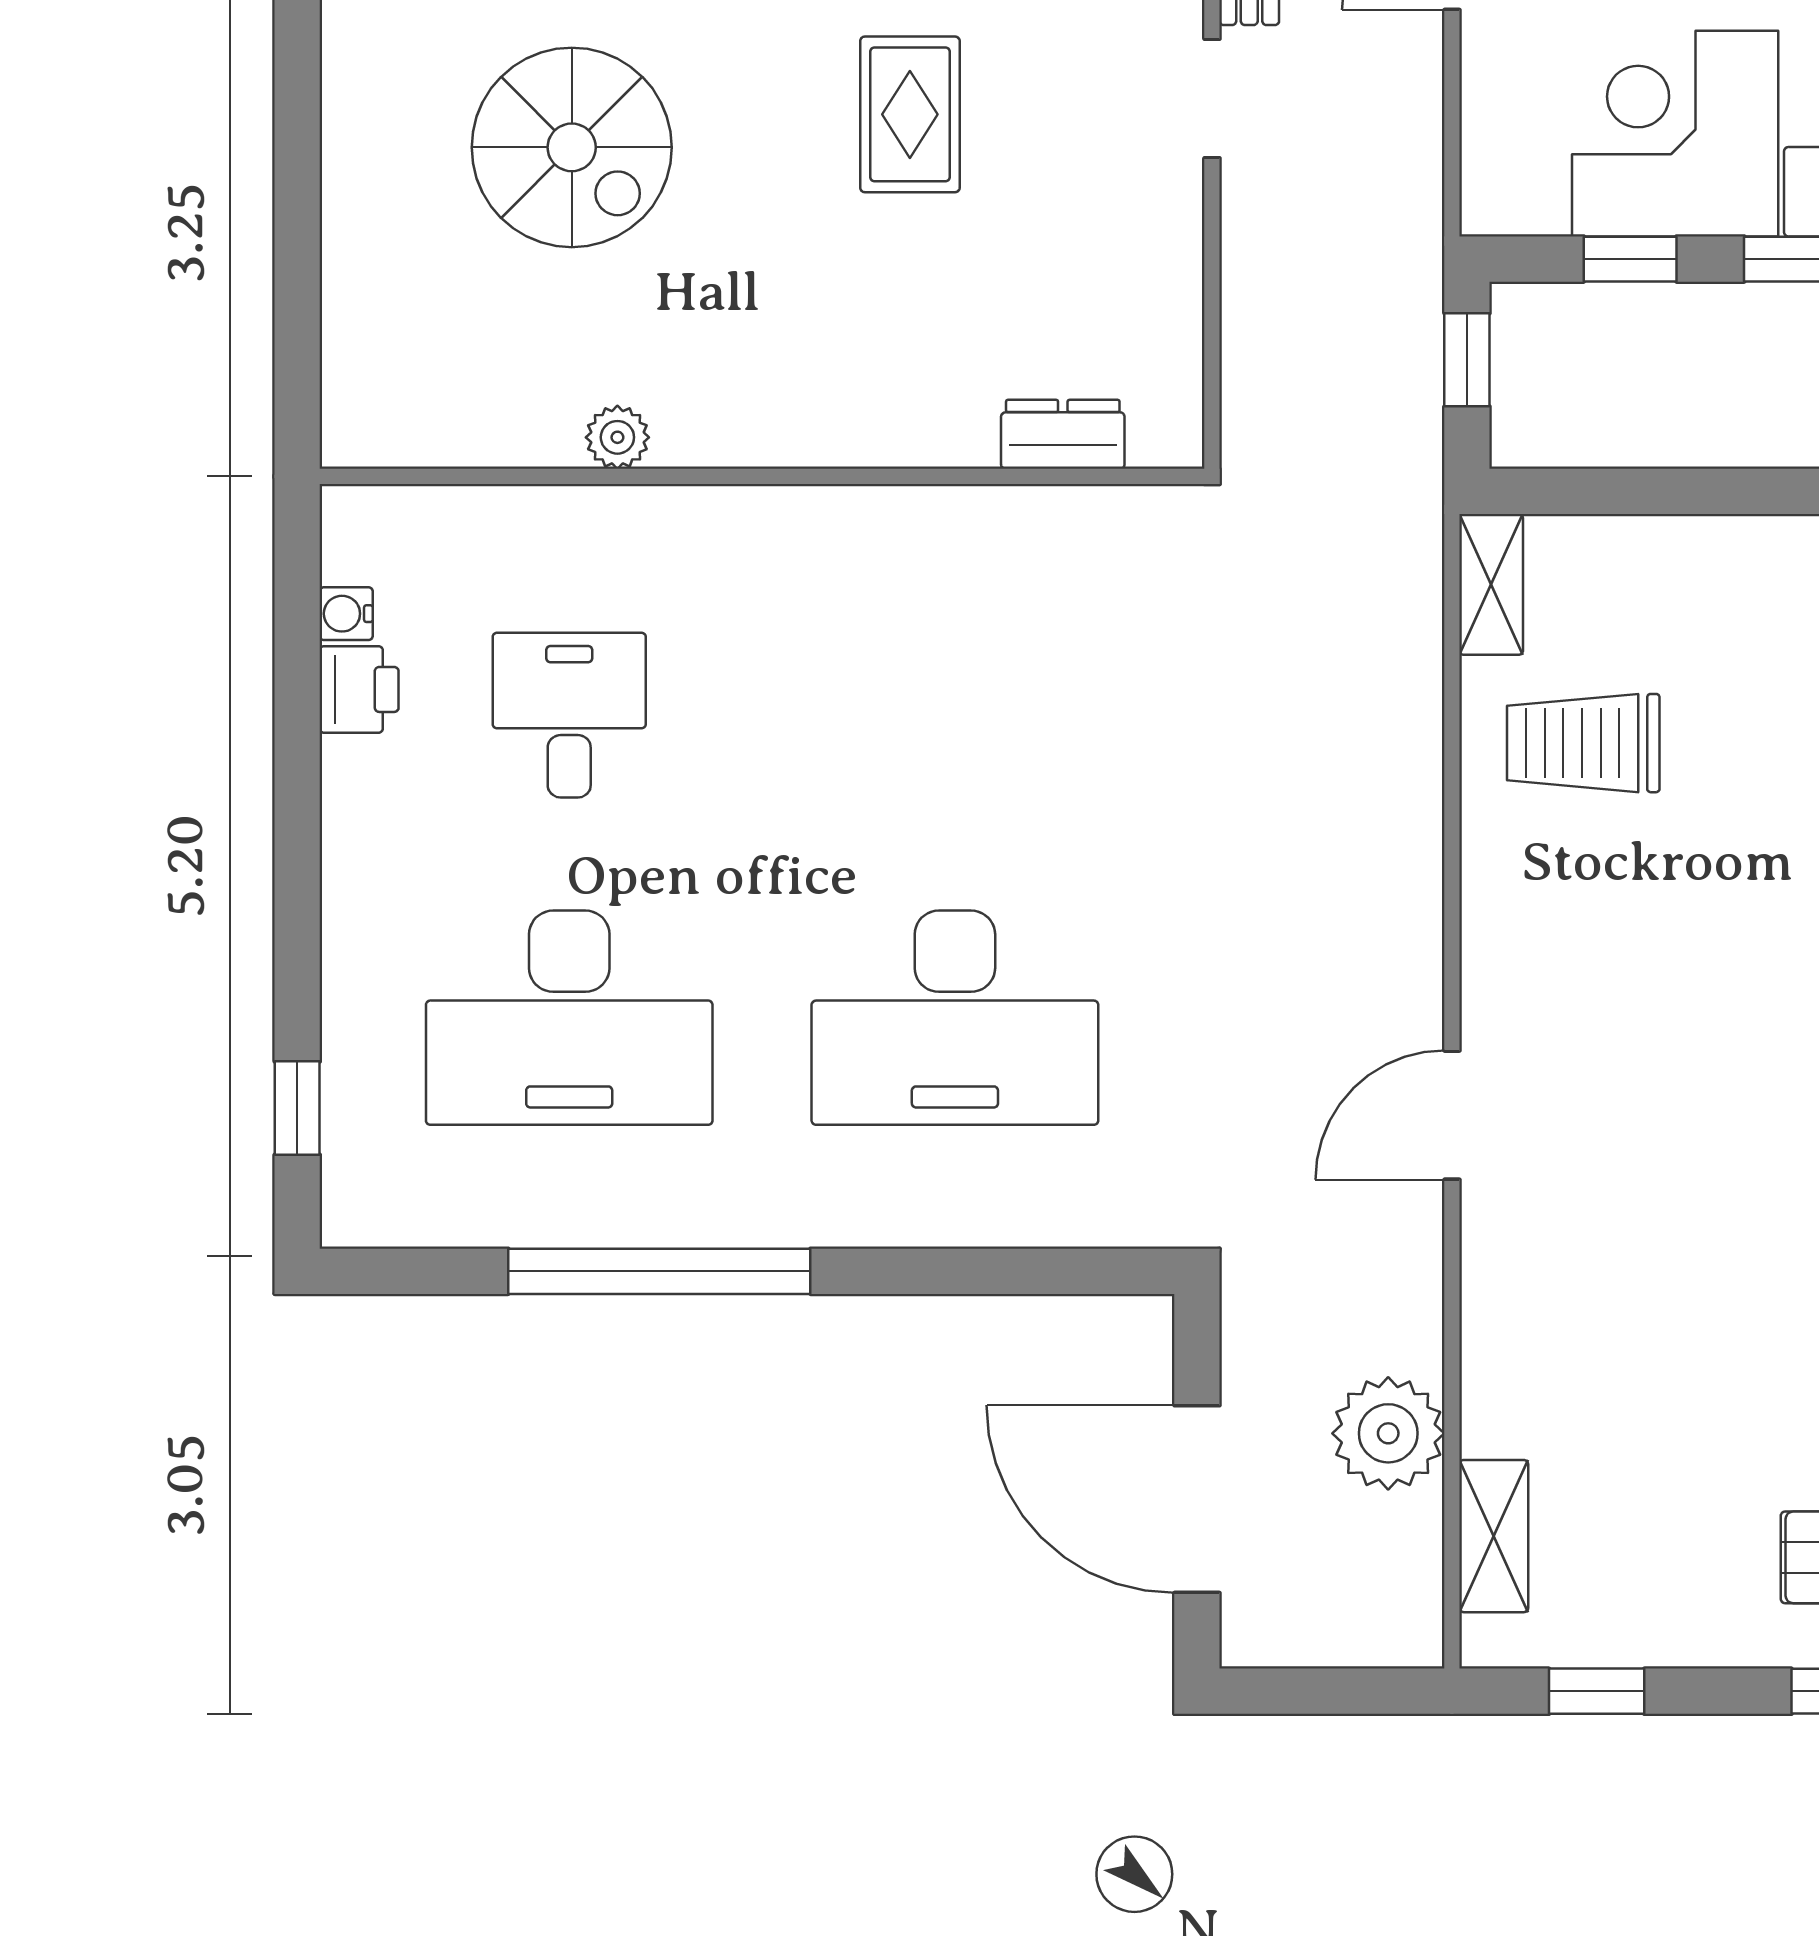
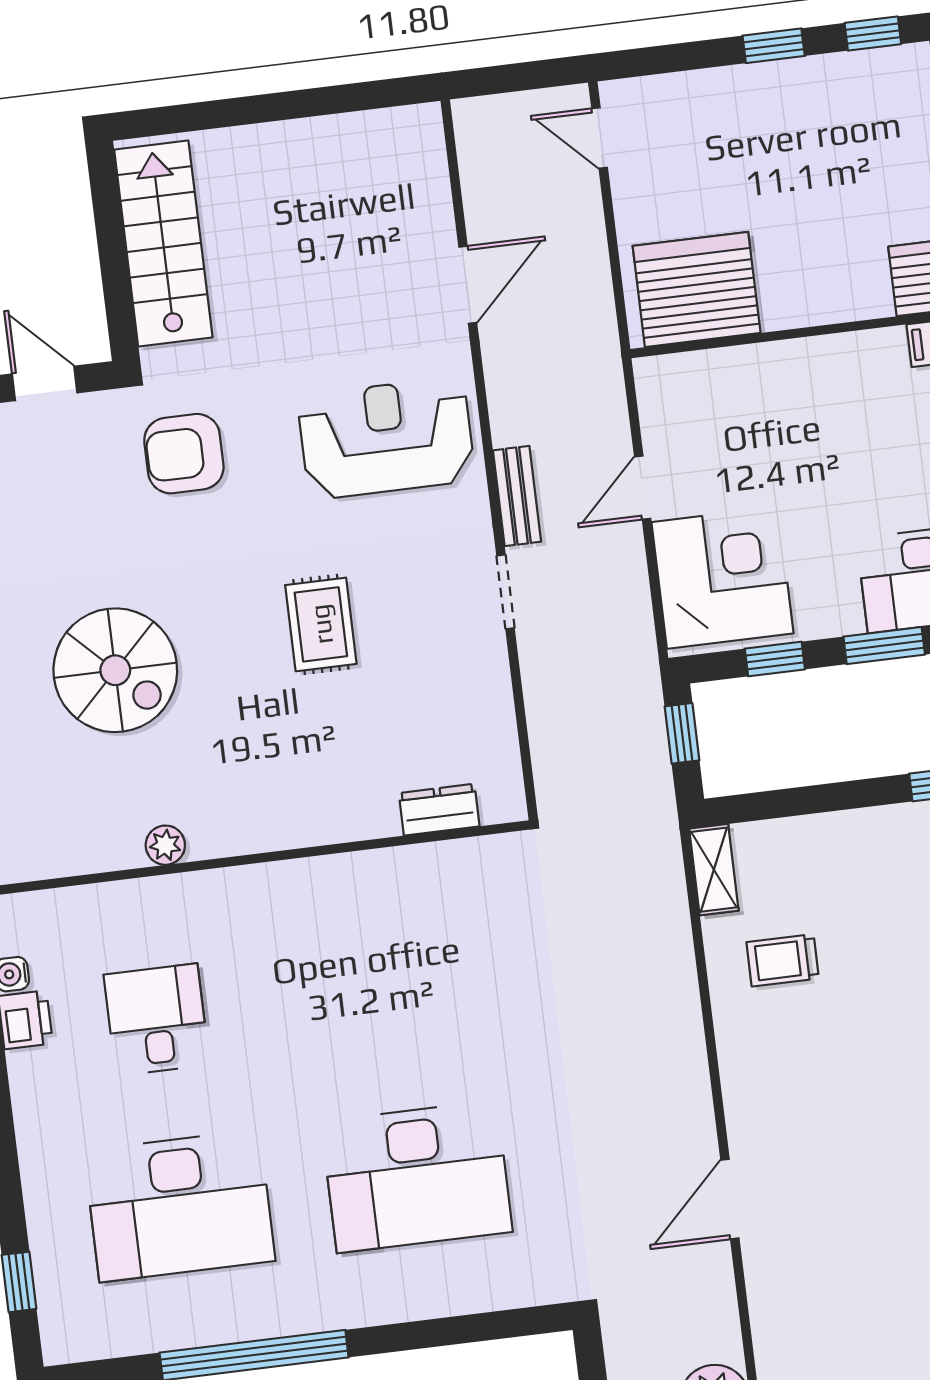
corner desk: (1675, 134) -> (723, 578), moved, turned 90
trolley: (1583, 743) -> (783, 960), width x0.73, depth x0.72

